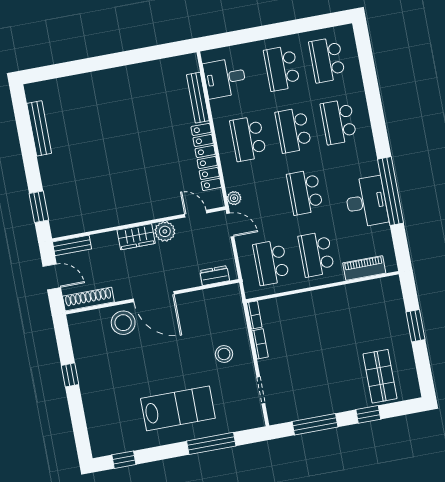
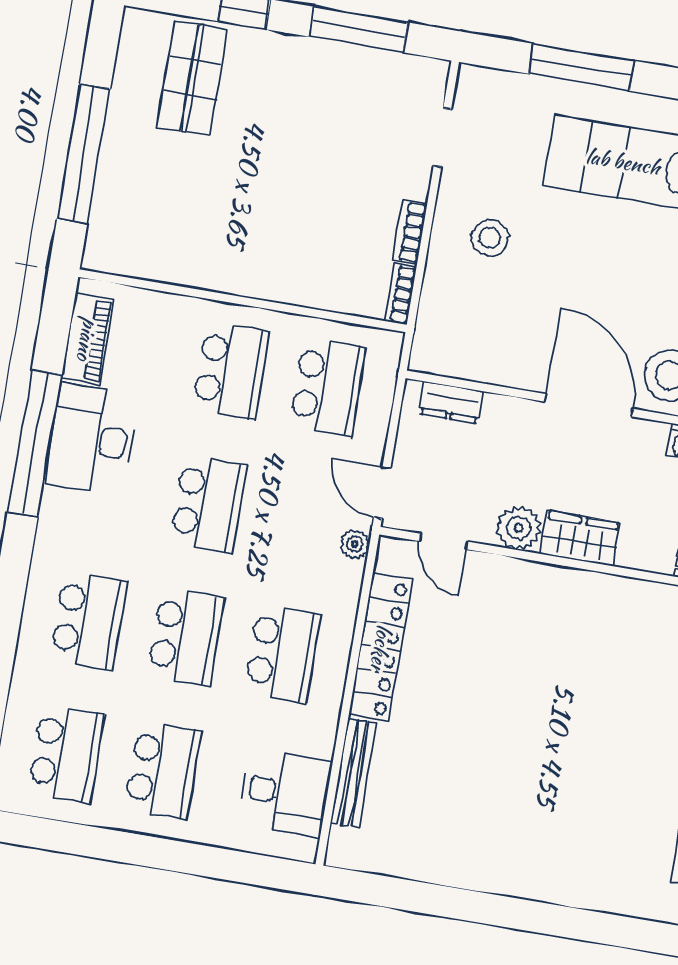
piano: (364, 268) -> (87, 339), moved, turned -90
window: (416, 326) -> (84, 154), width x2.11

